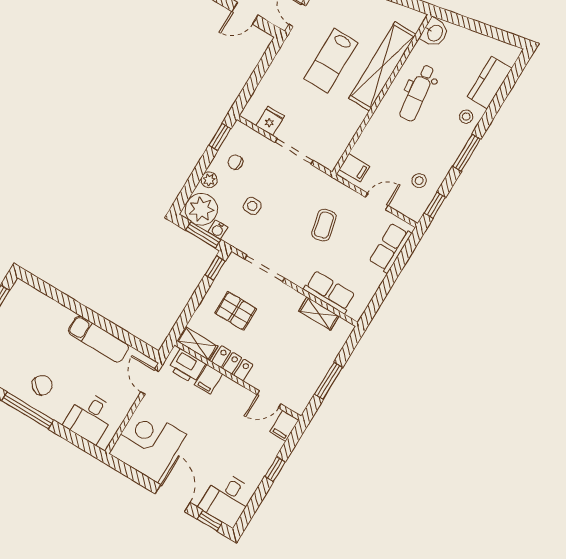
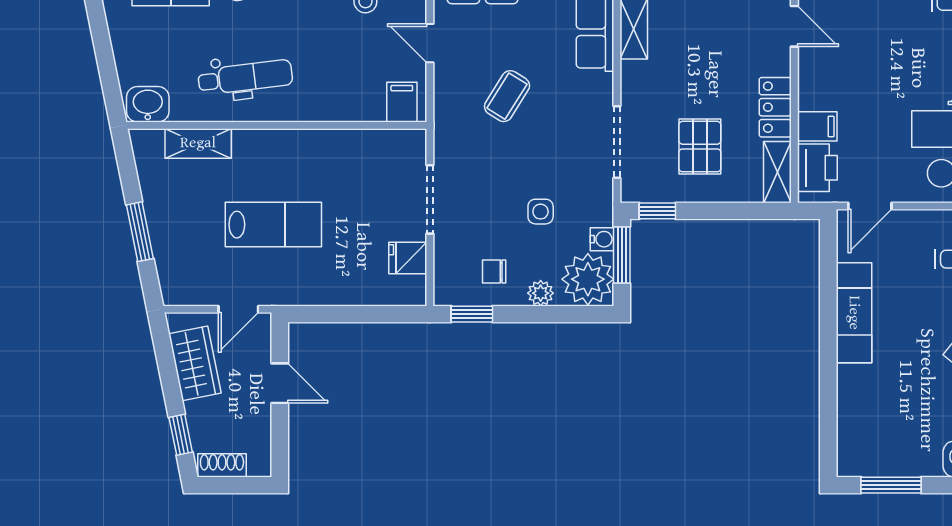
shelving: (382, 66) -> (198, 143), width x0.45, depth x0.75
chair: (235, 162) -> (494, 272), turned 90
coffee table: (324, 225) -> (507, 96), turned -45

